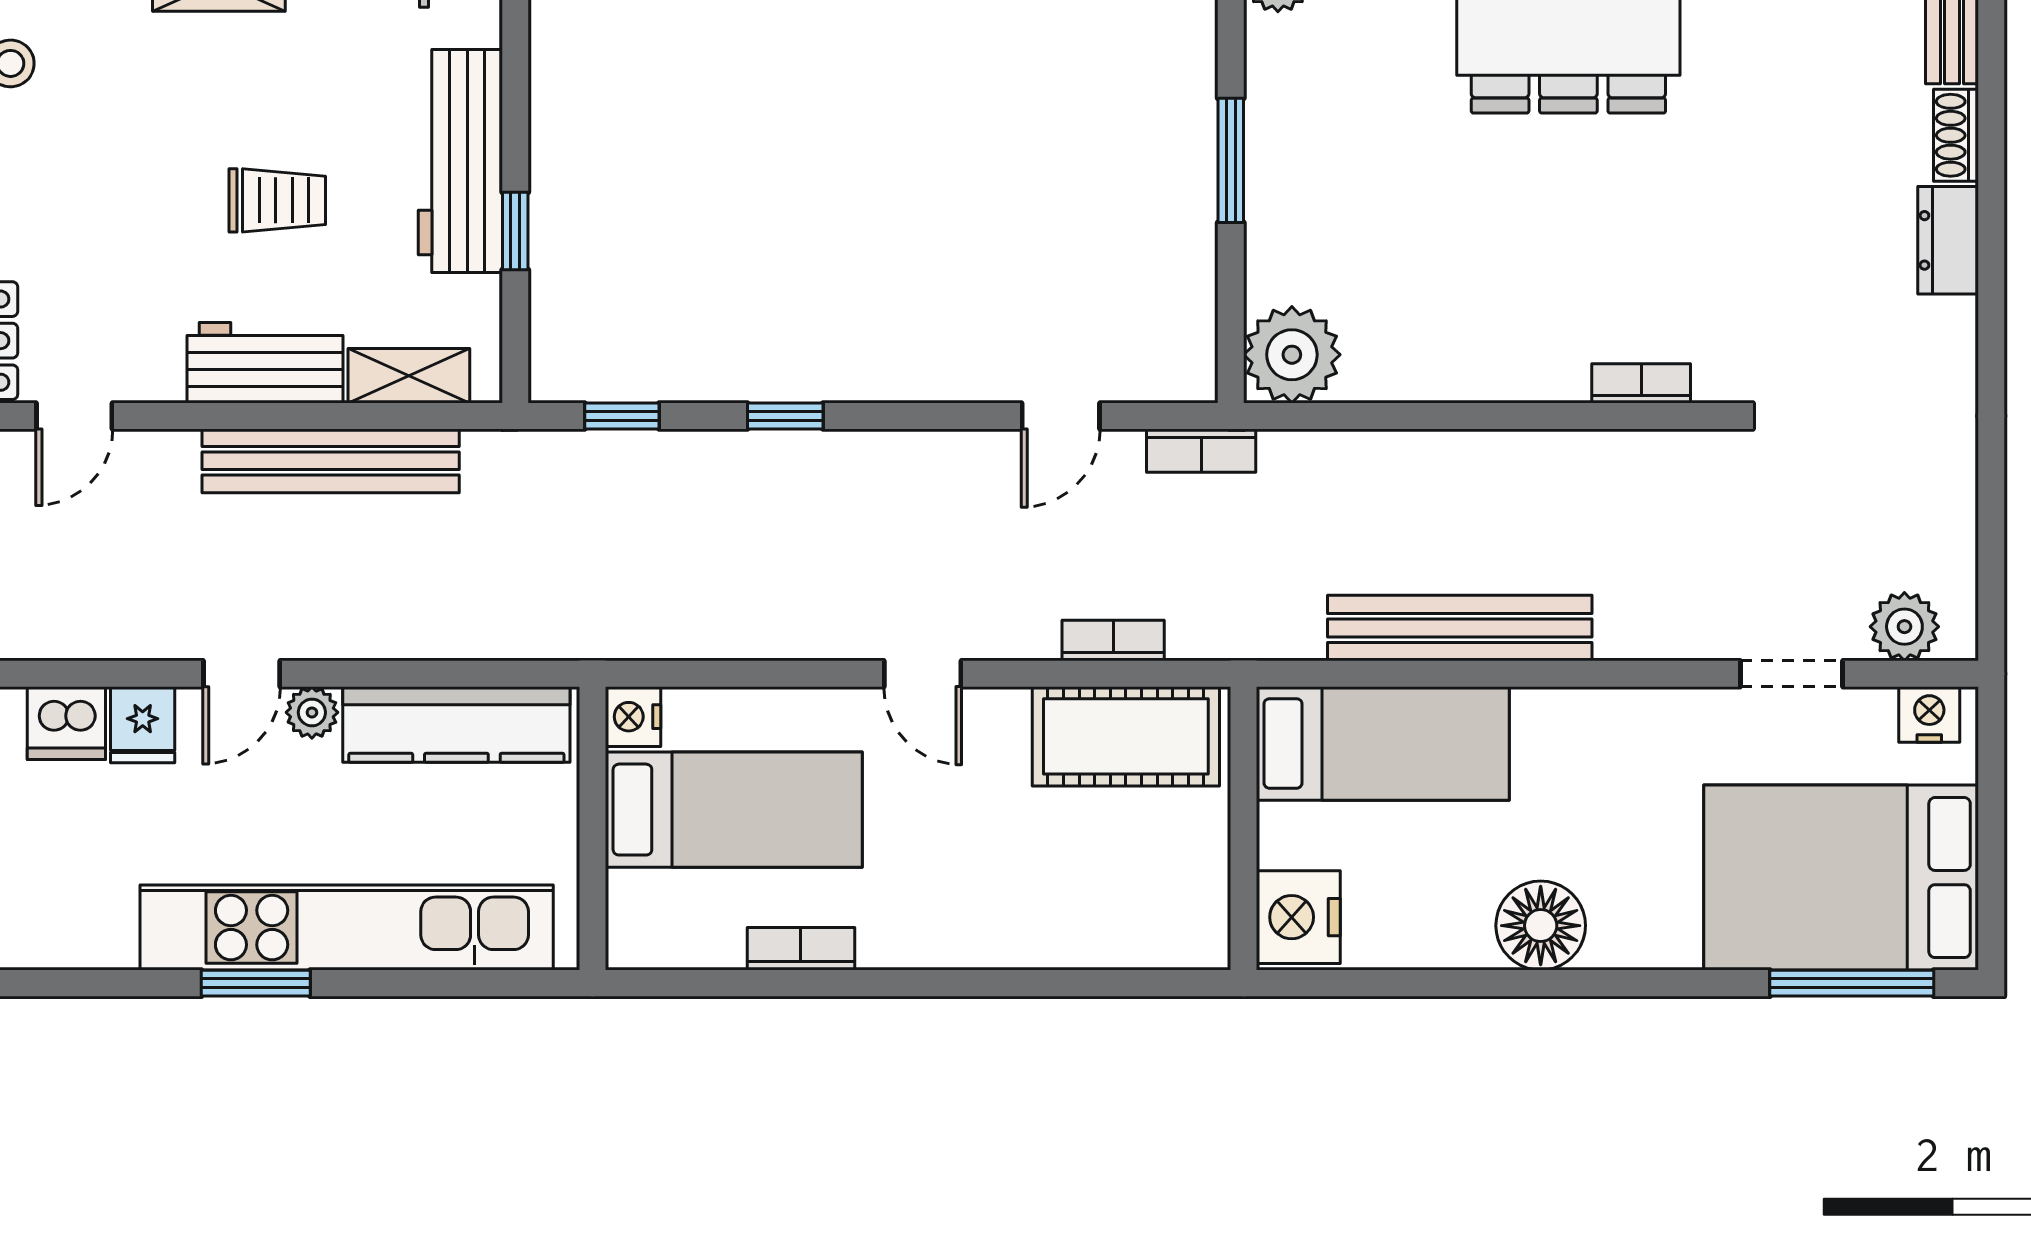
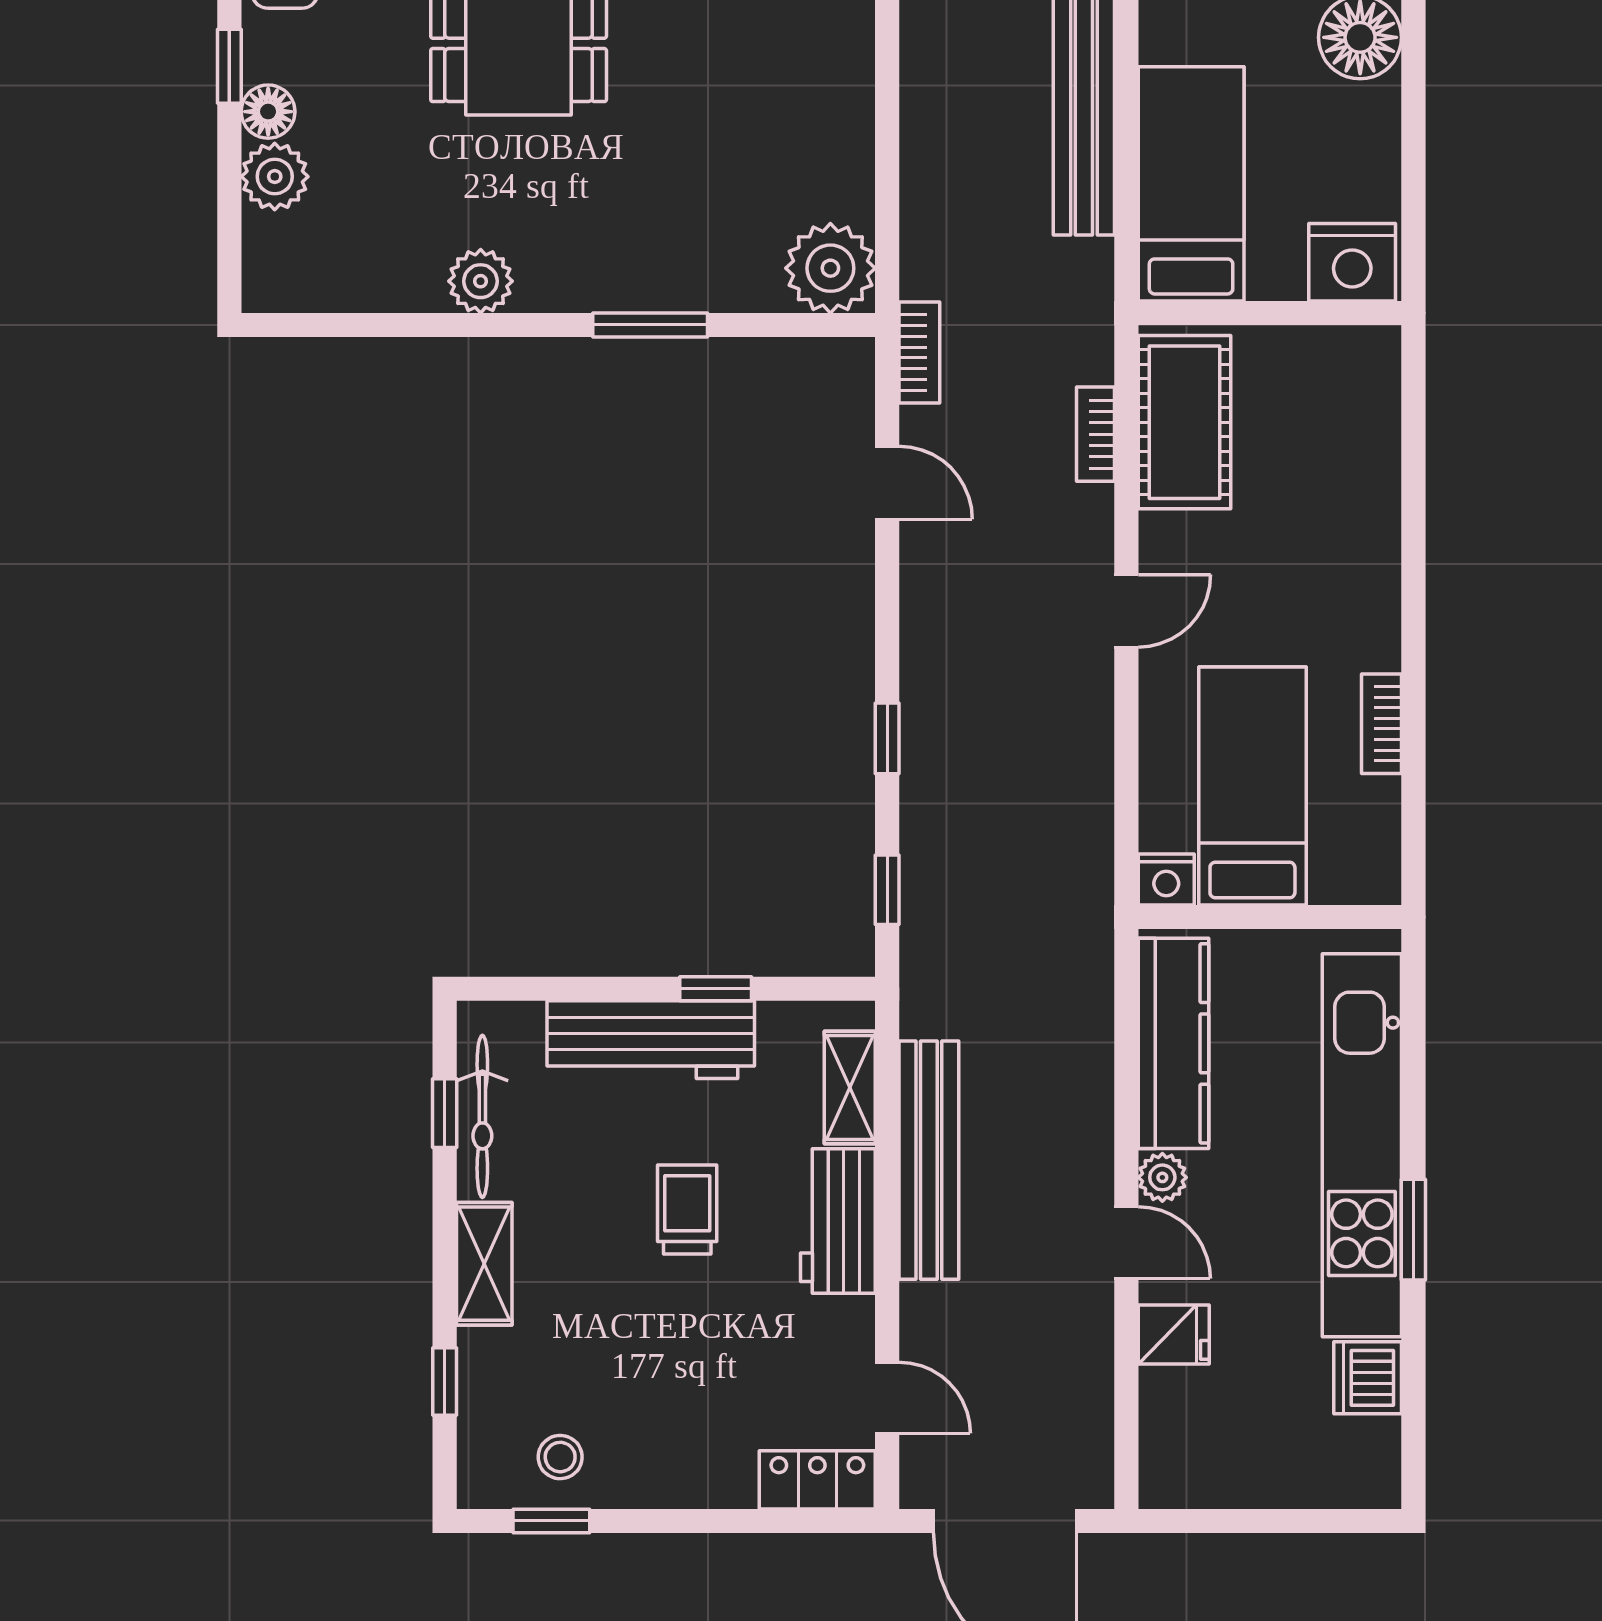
dishwasher: (66, 723) -> (1368, 1378), moved, turned 180

